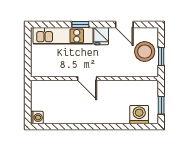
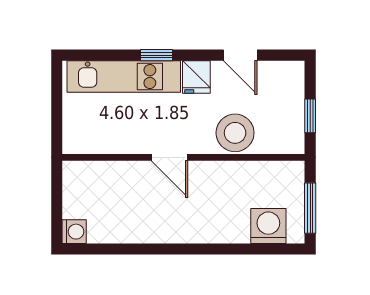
stool: (145, 52) -> (235, 133), moved
window: (161, 105) -> (310, 208), width x1.50

